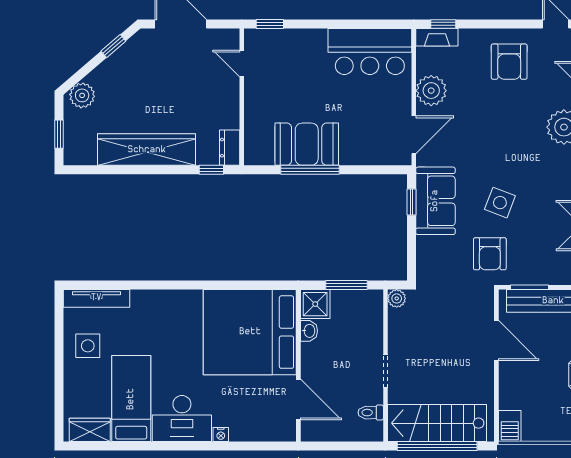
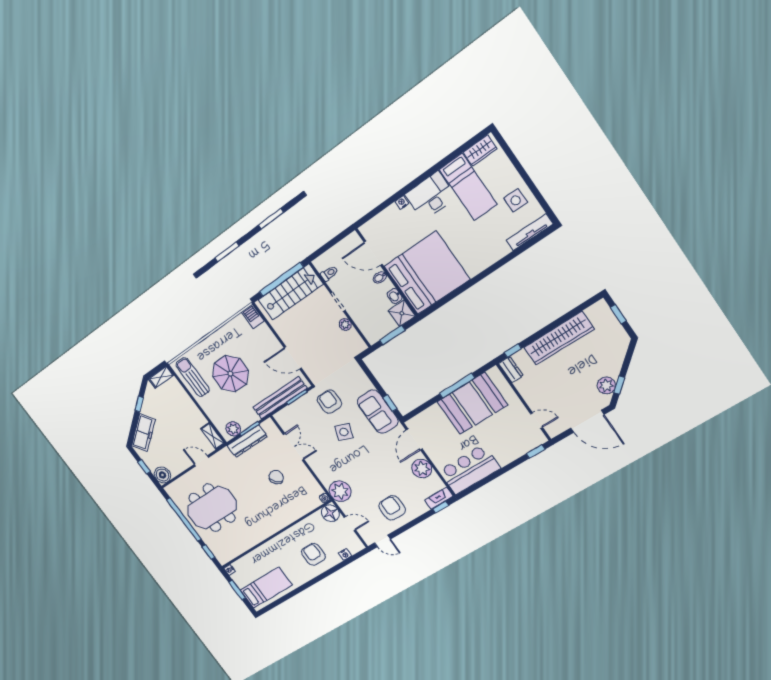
plant: (82, 95) -> (606, 385), moved
booth: (307, 144) -> (472, 403), width x1.36, depth x1.42
plant: (397, 298) -> (345, 324), moved
bidet: (311, 365) -> (380, 277), added

